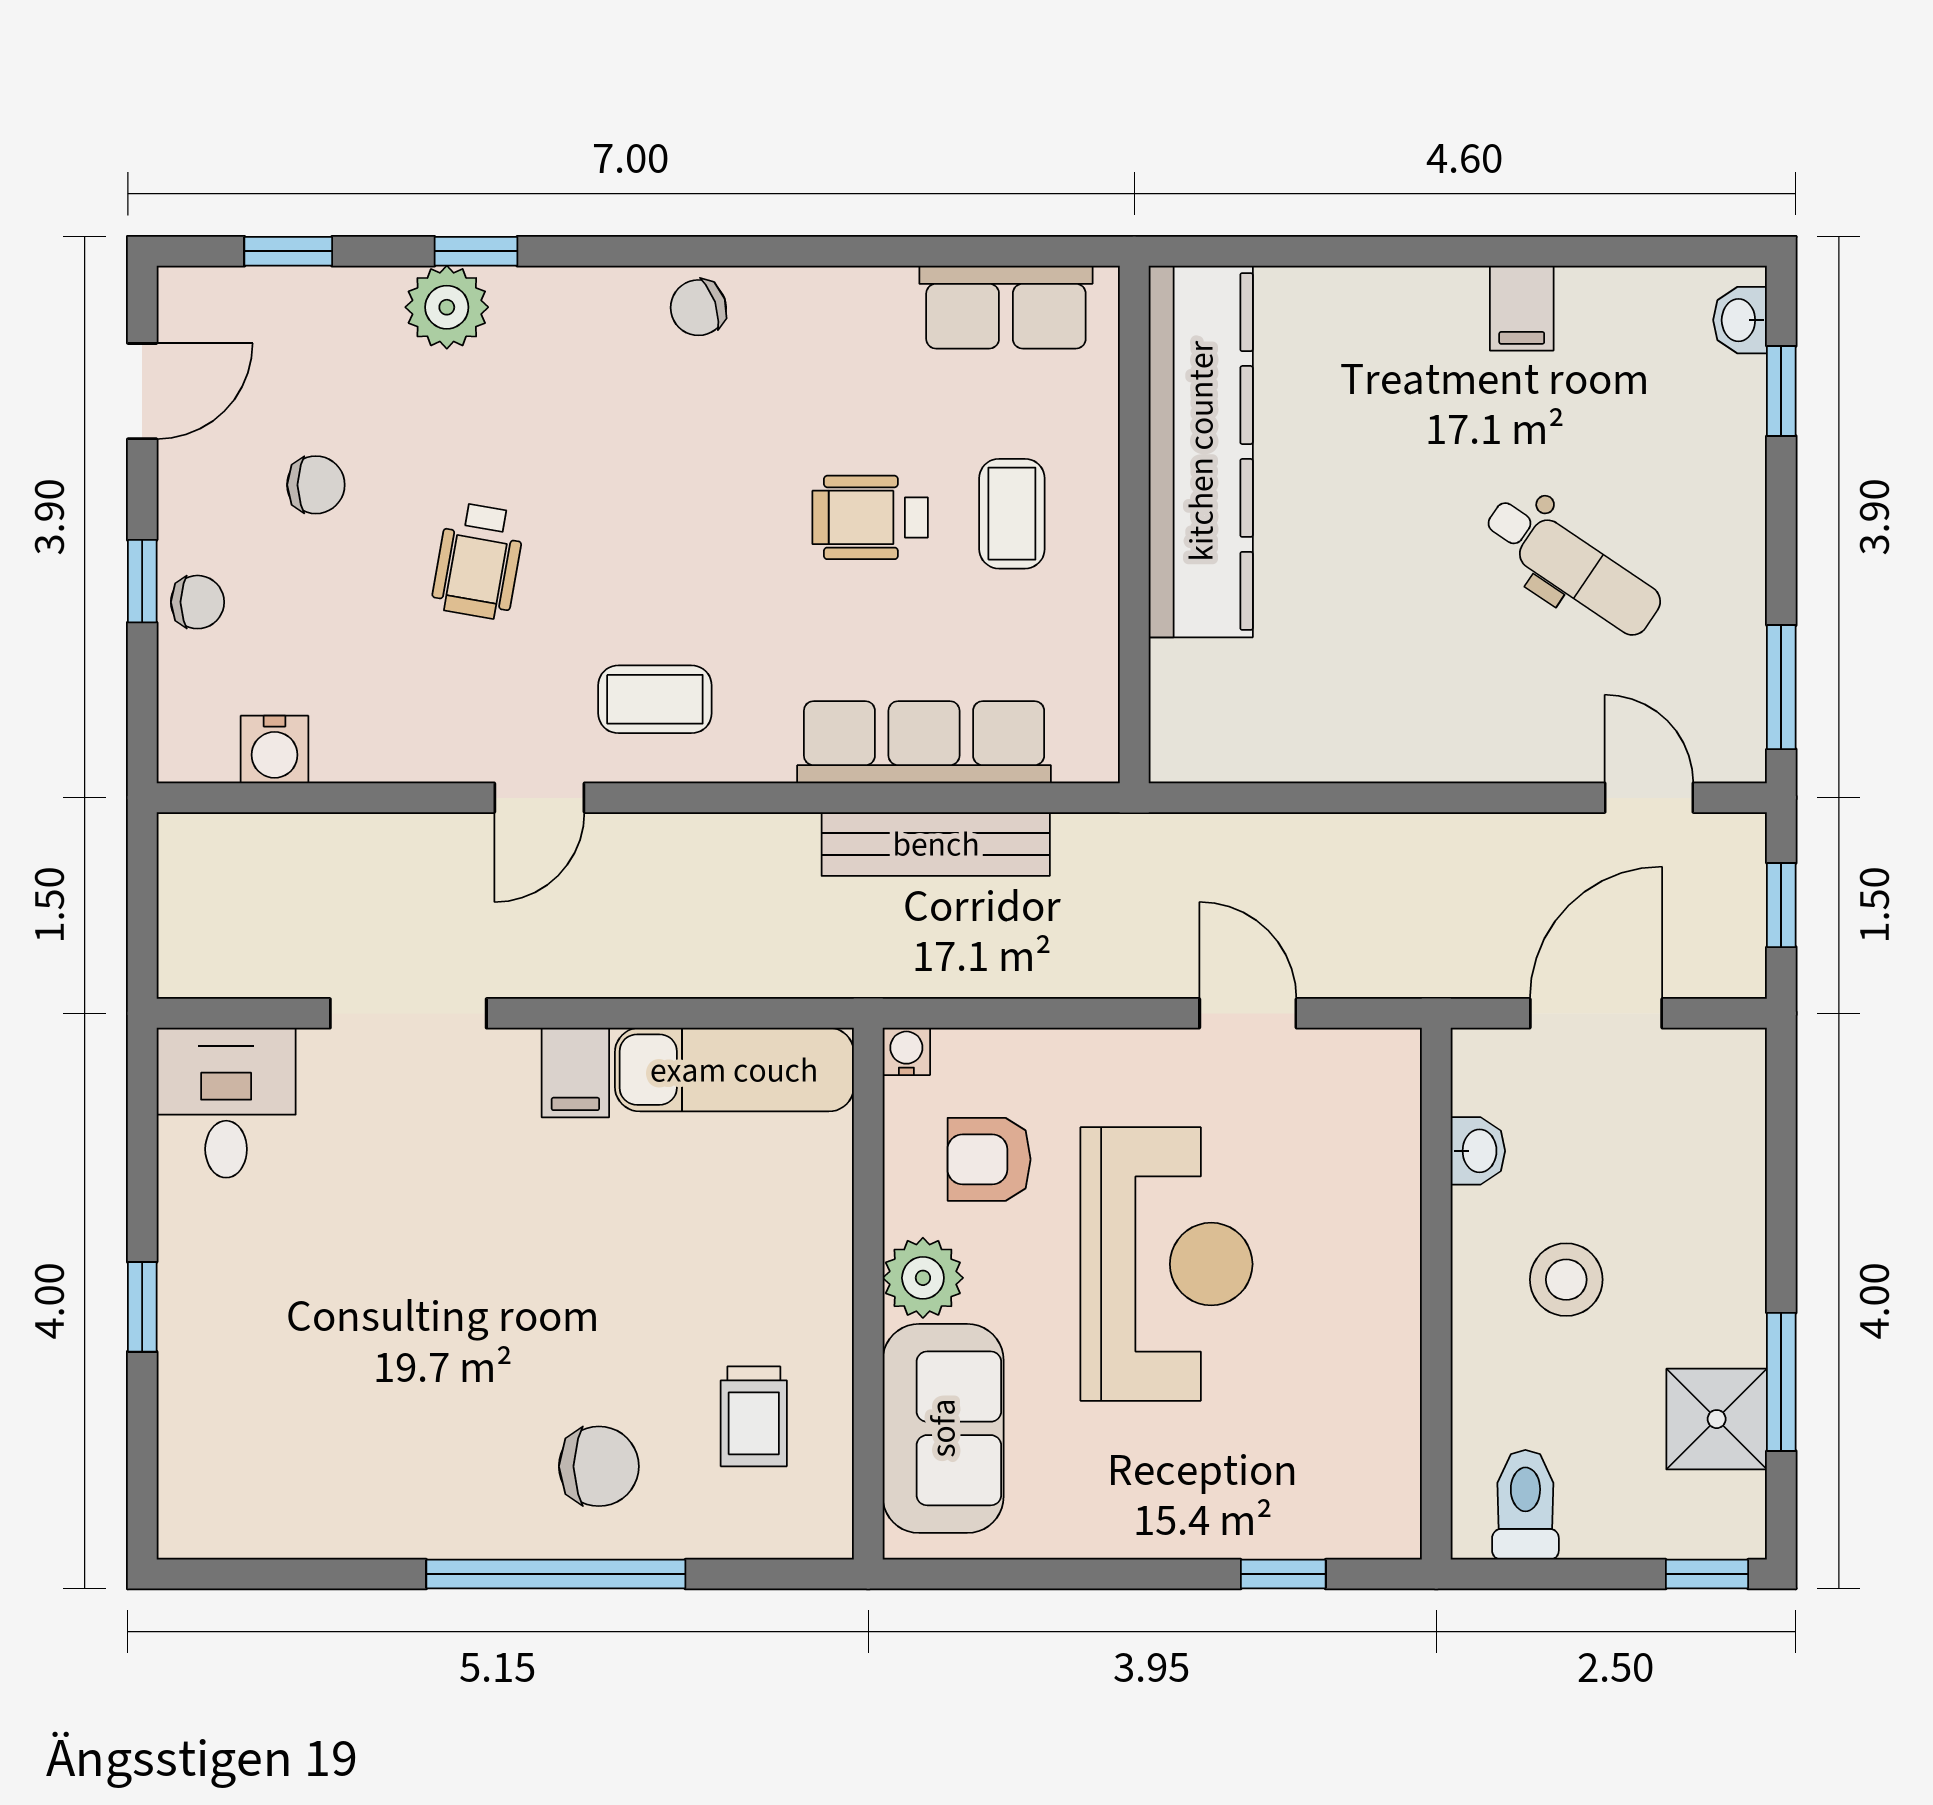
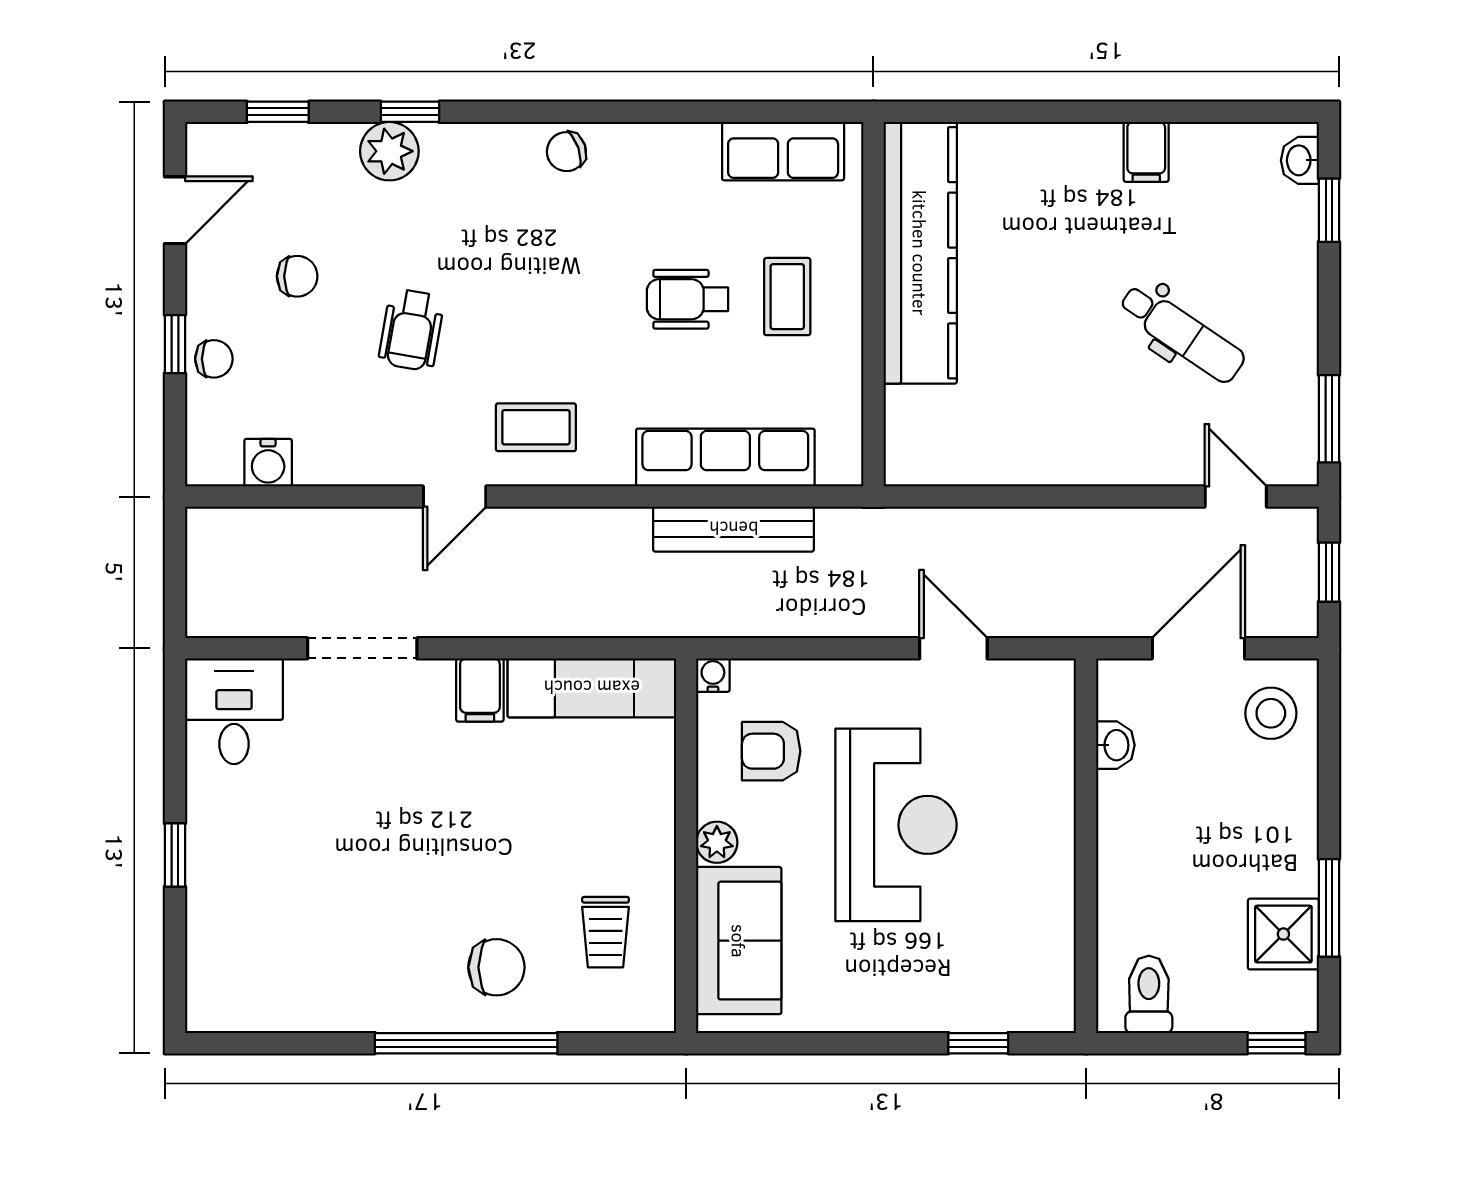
plant: (923, 1278) -> (717, 842), width x0.73, depth x0.73
stool: (1566, 1280) -> (1271, 713), moved

